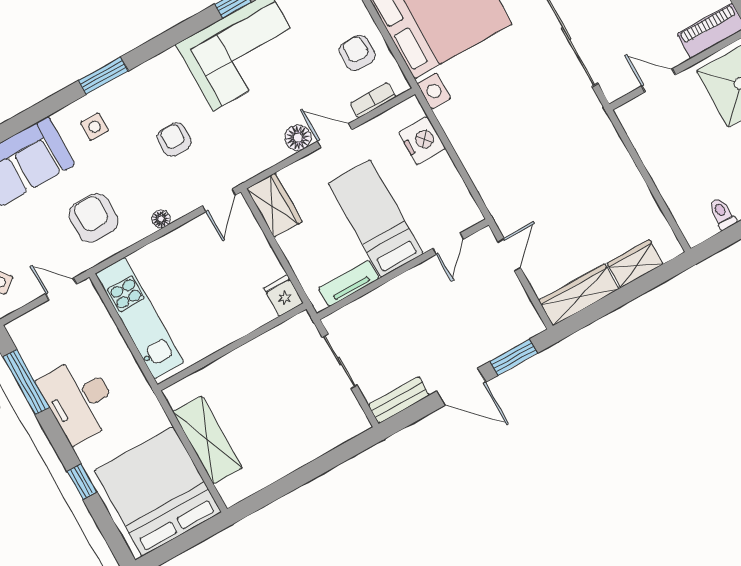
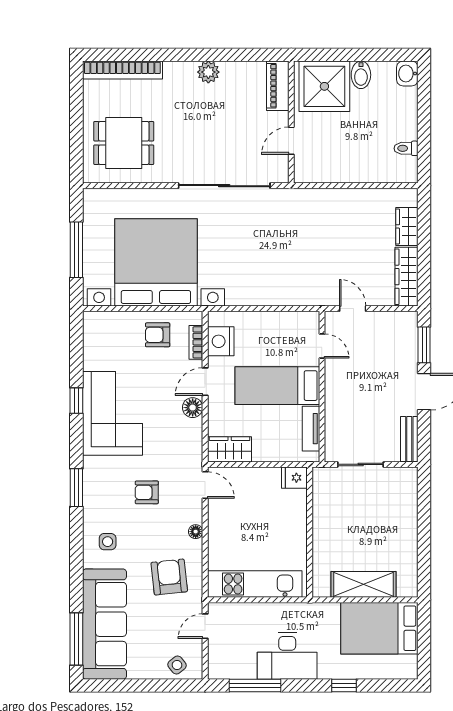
window: (103, 76) -> (76, 488), moved
nightstand: (422, 140) -> (221, 341), moved, turned -90
armchair: (94, 218) -> (169, 577), turned 84
bed: (158, 491) -> (379, 628), width x0.73

